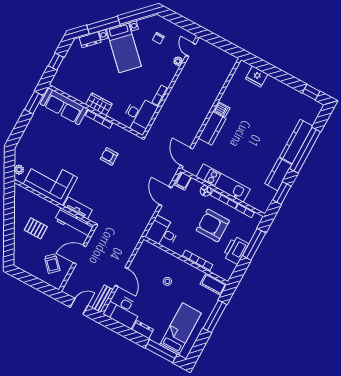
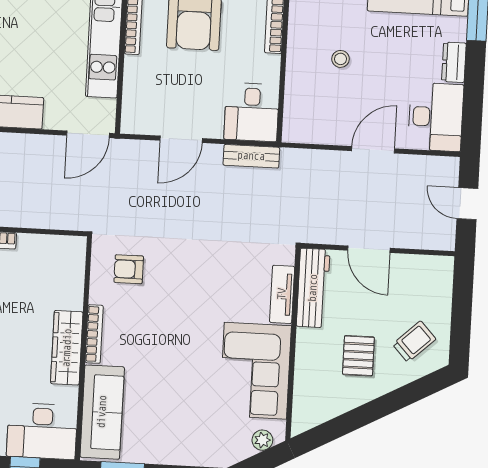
wardrobe: (99, 104) -> (67, 348), width x1.50
desk: (139, 115) -> (42, 431), moved, turned 180
armchair: (109, 156) -> (129, 269), moved, turned 90
filing cabinet: (183, 181) -> (137, 119), removed
floor lamp: (206, 191) -> (135, 68), removed
trolley: (52, 264) -> (414, 342), moved
bench: (103, 299) -> (251, 156), moved

